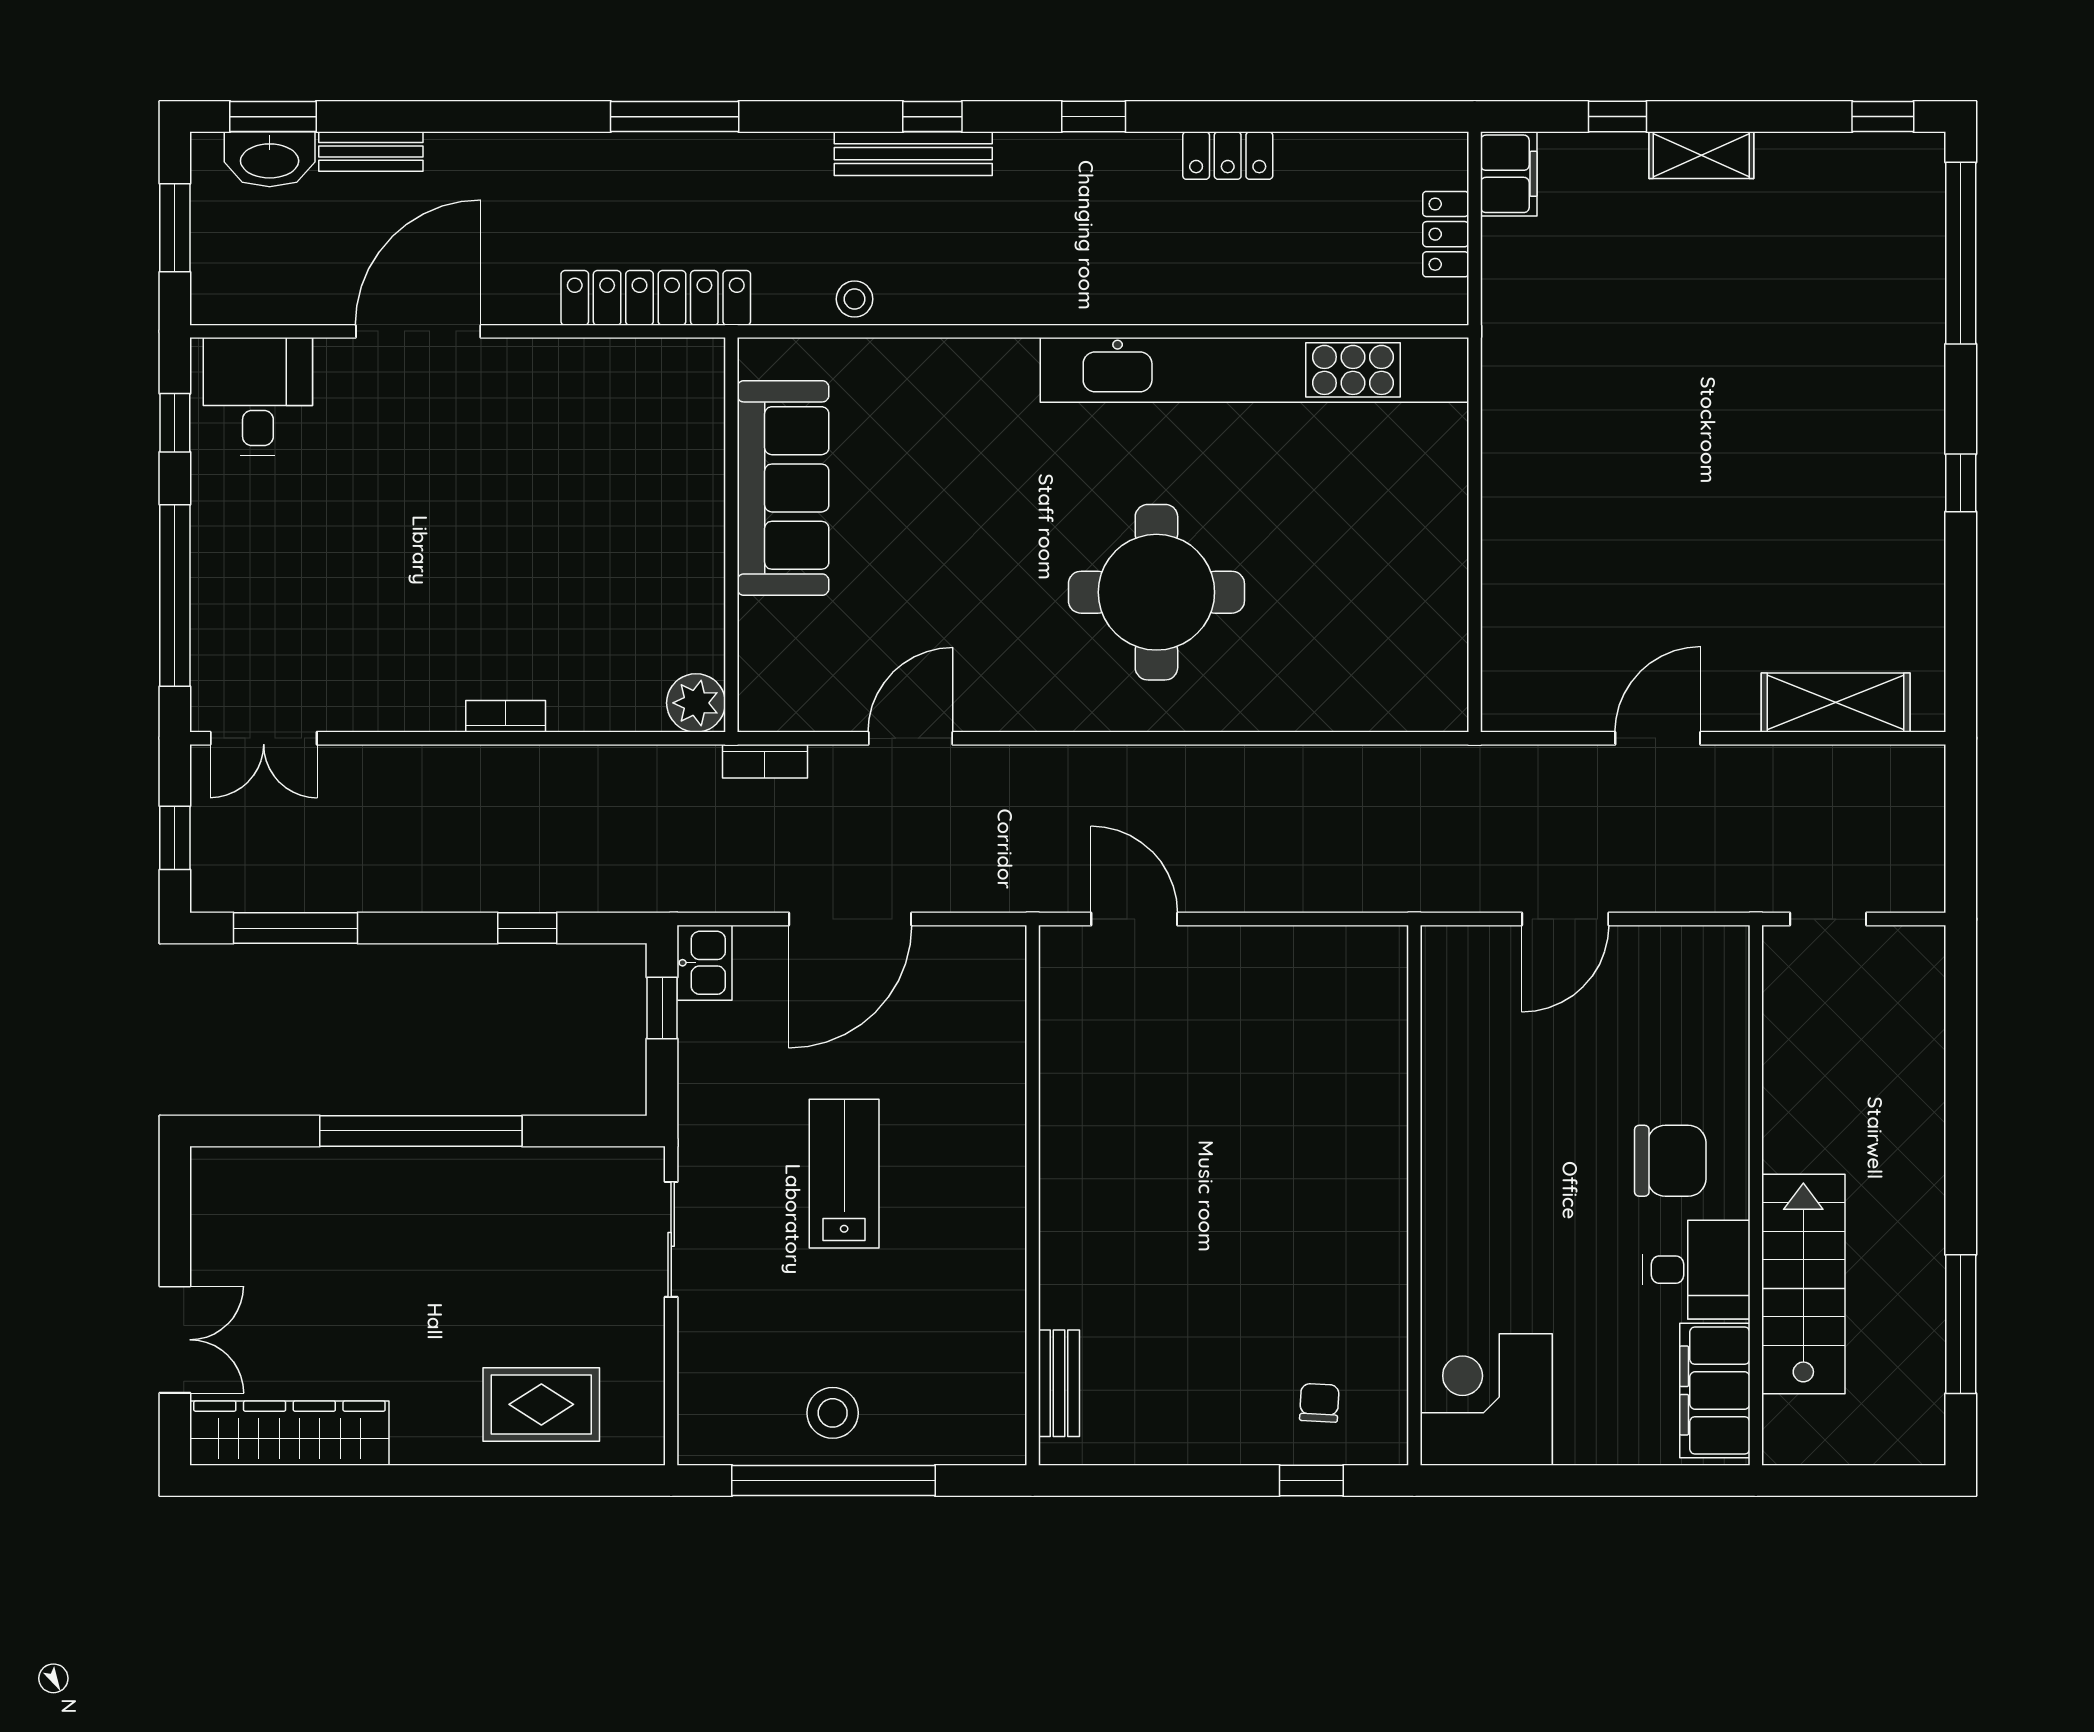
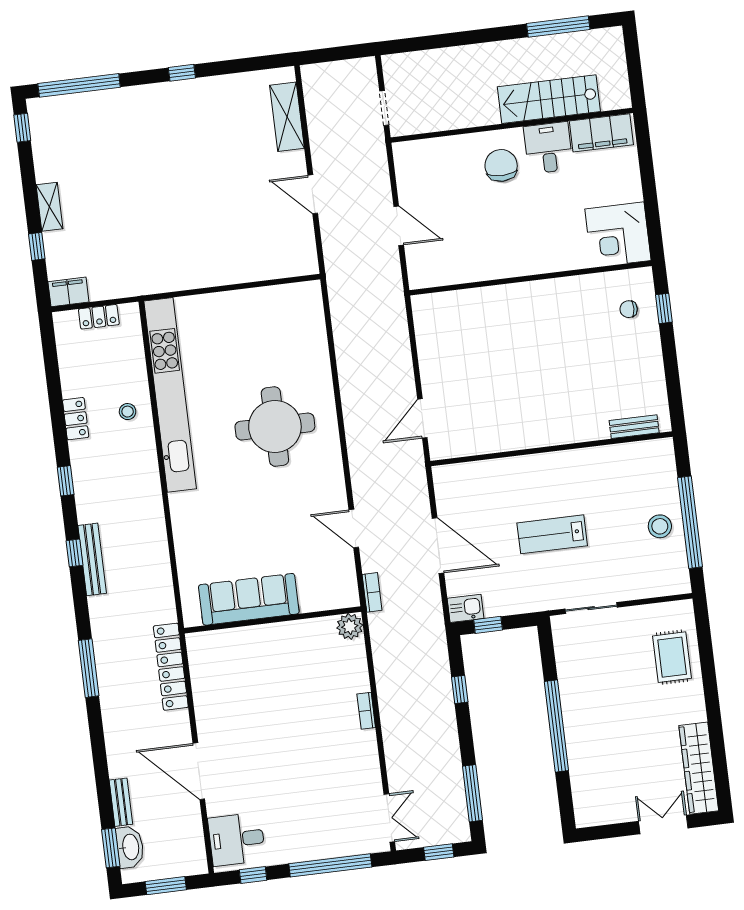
stool: (855, 299) -> (128, 412), moved

